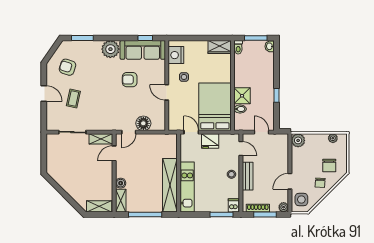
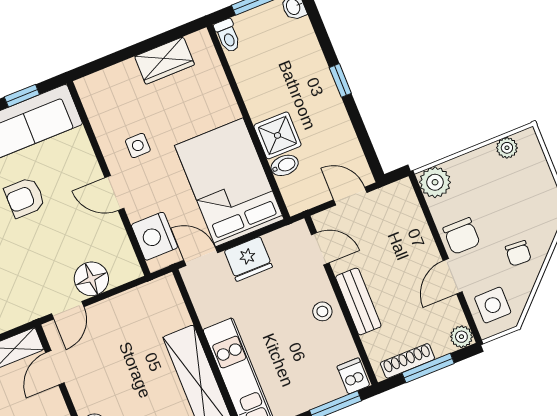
wardrobe: (220, 47) -> (164, 61), moved
nightstand: (176, 55) -> (154, 236), moved
window: (276, 95) -> (340, 80), moved
chair: (329, 166) -> (462, 236), moved

